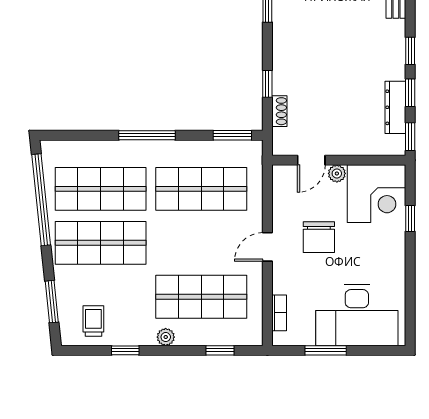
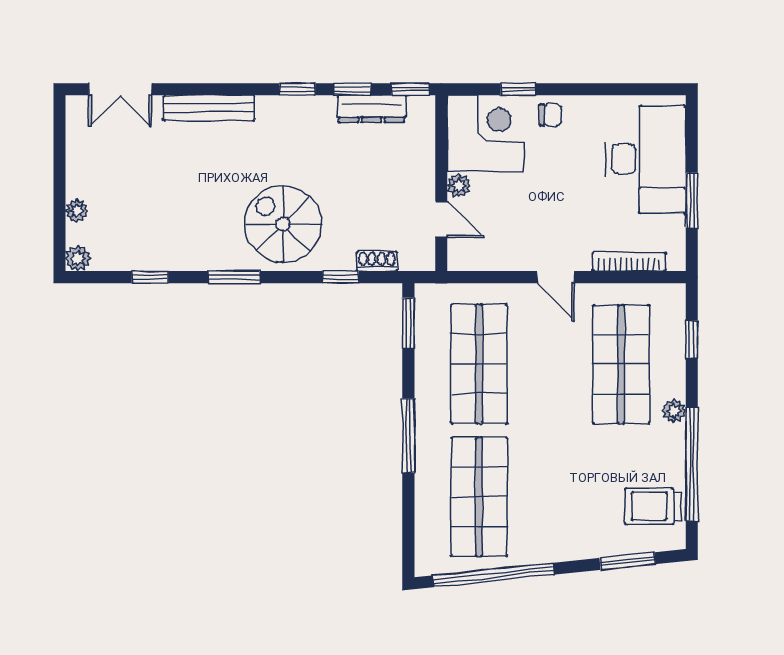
spiral stairs: (308, 40) -> (283, 224), added
chair: (319, 237) -> (551, 115), moved, width x0.54, depth x0.54
shop shelf: (101, 243) -> (550, 497), removed
bookcase: (279, 313) -> (629, 262), width x1.56
trolley: (93, 321) -> (653, 506), width x1.36, depth x1.39
window: (125, 350) -> (692, 464), width x3.17

